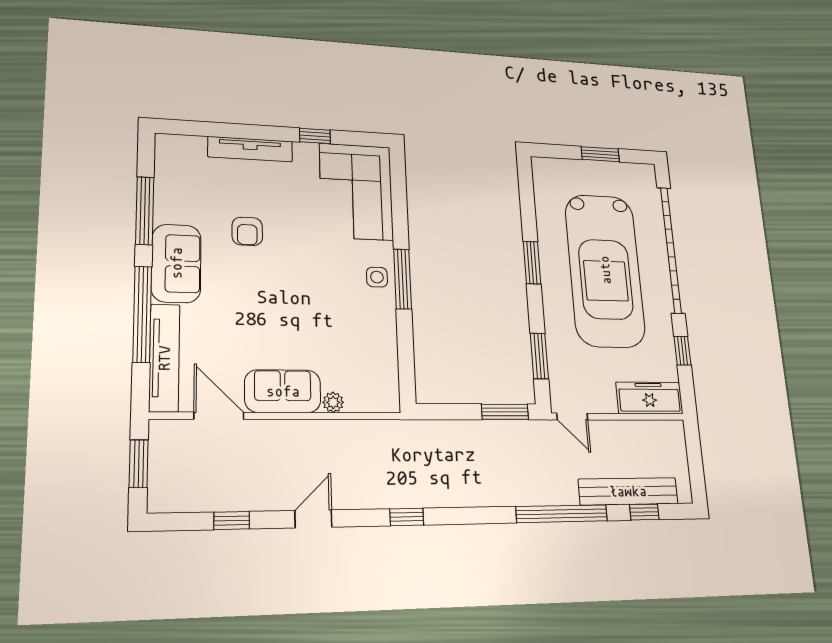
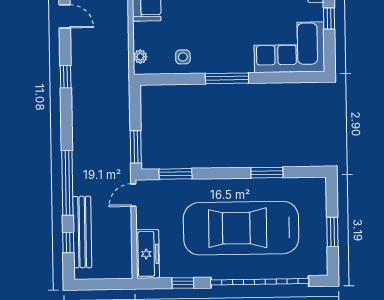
window: (532, 263) -> (267, 173), moved
side table: (377, 277) -> (183, 57), moved
plant: (333, 402) -> (140, 57), moved

